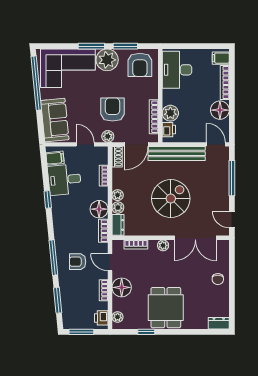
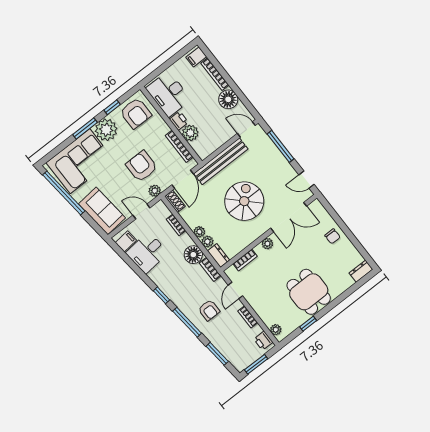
window: (125, 46) -> (112, 107), width x0.67
printer: (169, 130) -> (179, 121), moved
window: (48, 199) -> (161, 295), moved
armchair: (78, 262) -> (209, 310), turned -90
door: (110, 262) -> (235, 290), hinge flipped
floor lamp: (122, 287) -> (261, 303), removed

